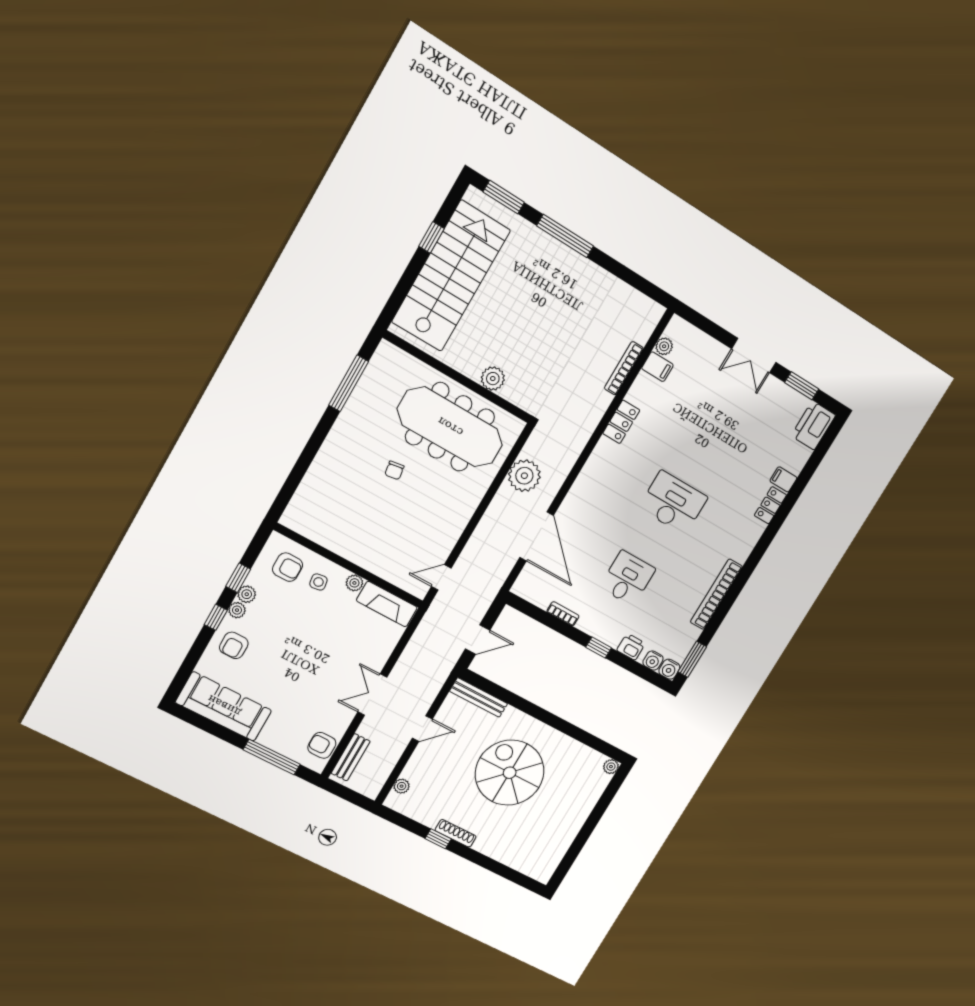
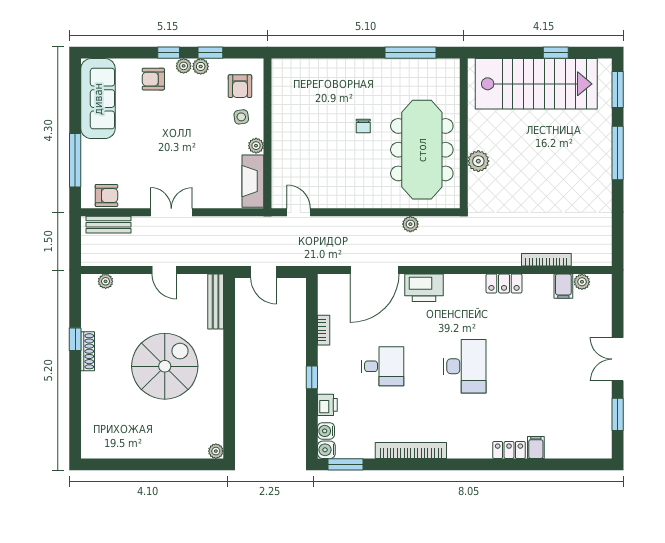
printer: (813, 425) -> (424, 288), moved, turned 180
chair: (394, 470) -> (363, 126), turned -81
plant: (524, 476) -> (410, 224), width x0.53, depth x0.53
armchair: (322, 745) -> (106, 195), turned 90

